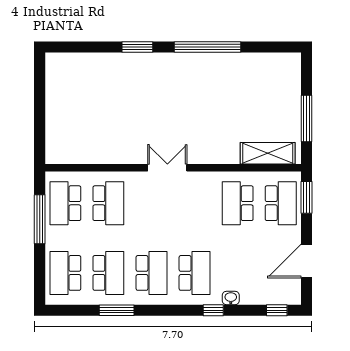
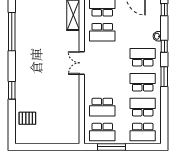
window: (207, 47) -> (12, 32), moved
pallet: (89, 74) -> (27, 118), added
double door: (167, 168) -> (82, 63), moved
school desk: (108, 203) -> (102, 107), turned 180
window: (117, 310) -> (164, 77), moved

